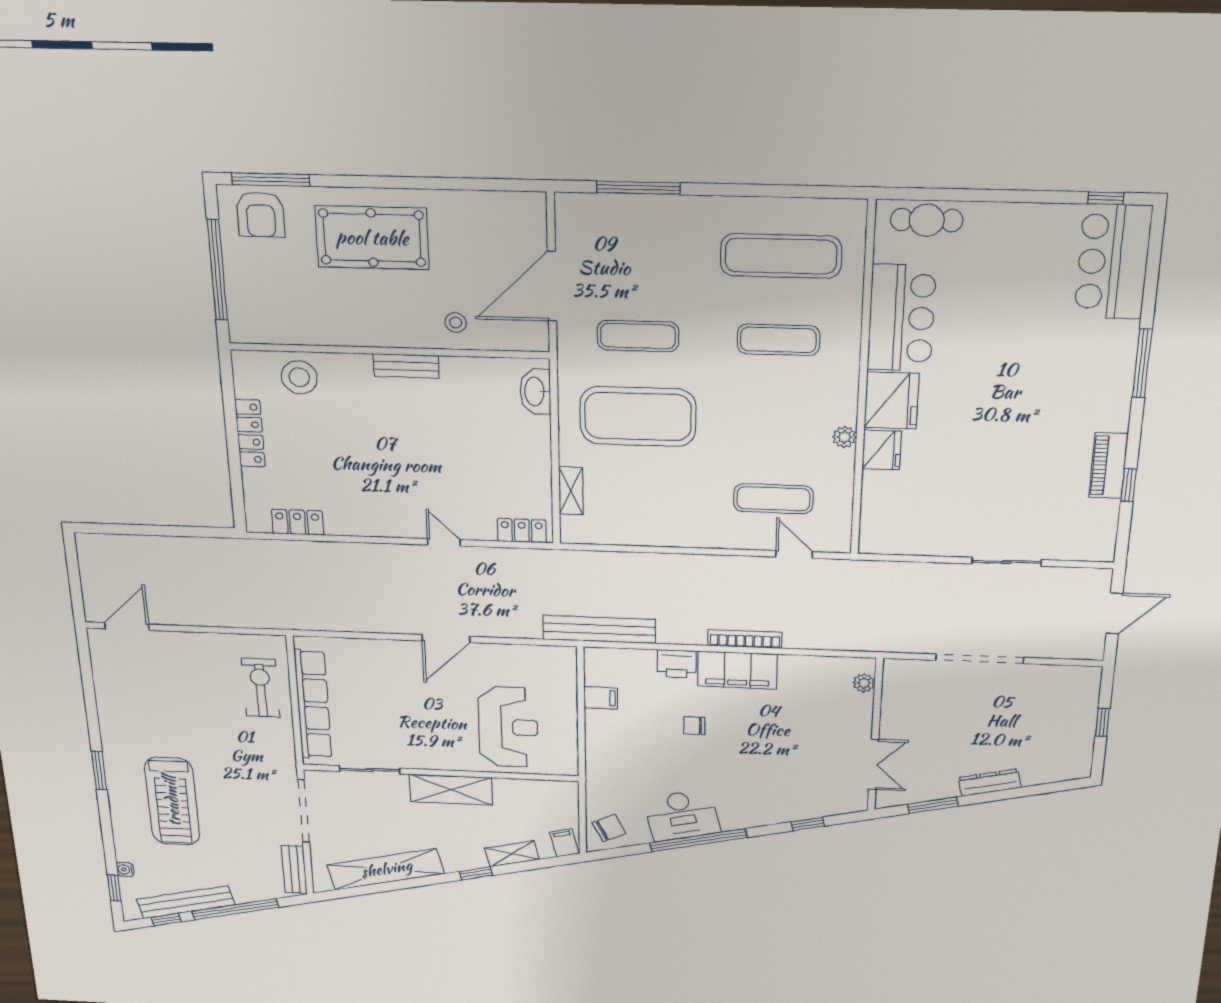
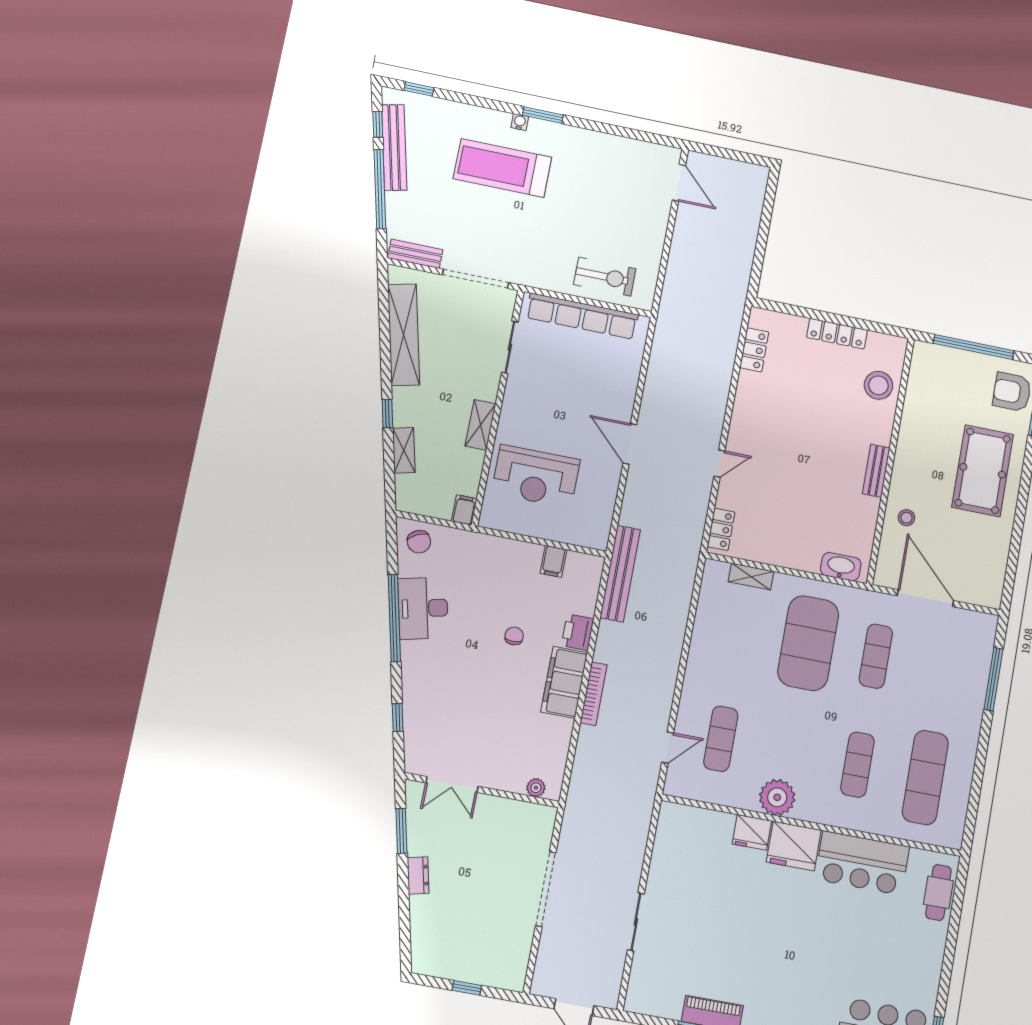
plant: (844, 437) -> (777, 797), width x1.87, depth x1.87
dresser: (990, 783) -> (418, 875), width x0.70
shelving: (451, 790) -> (480, 425), width x0.67, depth x0.75
filing cabinet: (564, 843) -> (464, 510), moved, turned -77
water cooler: (125, 869) -> (520, 122), moved

